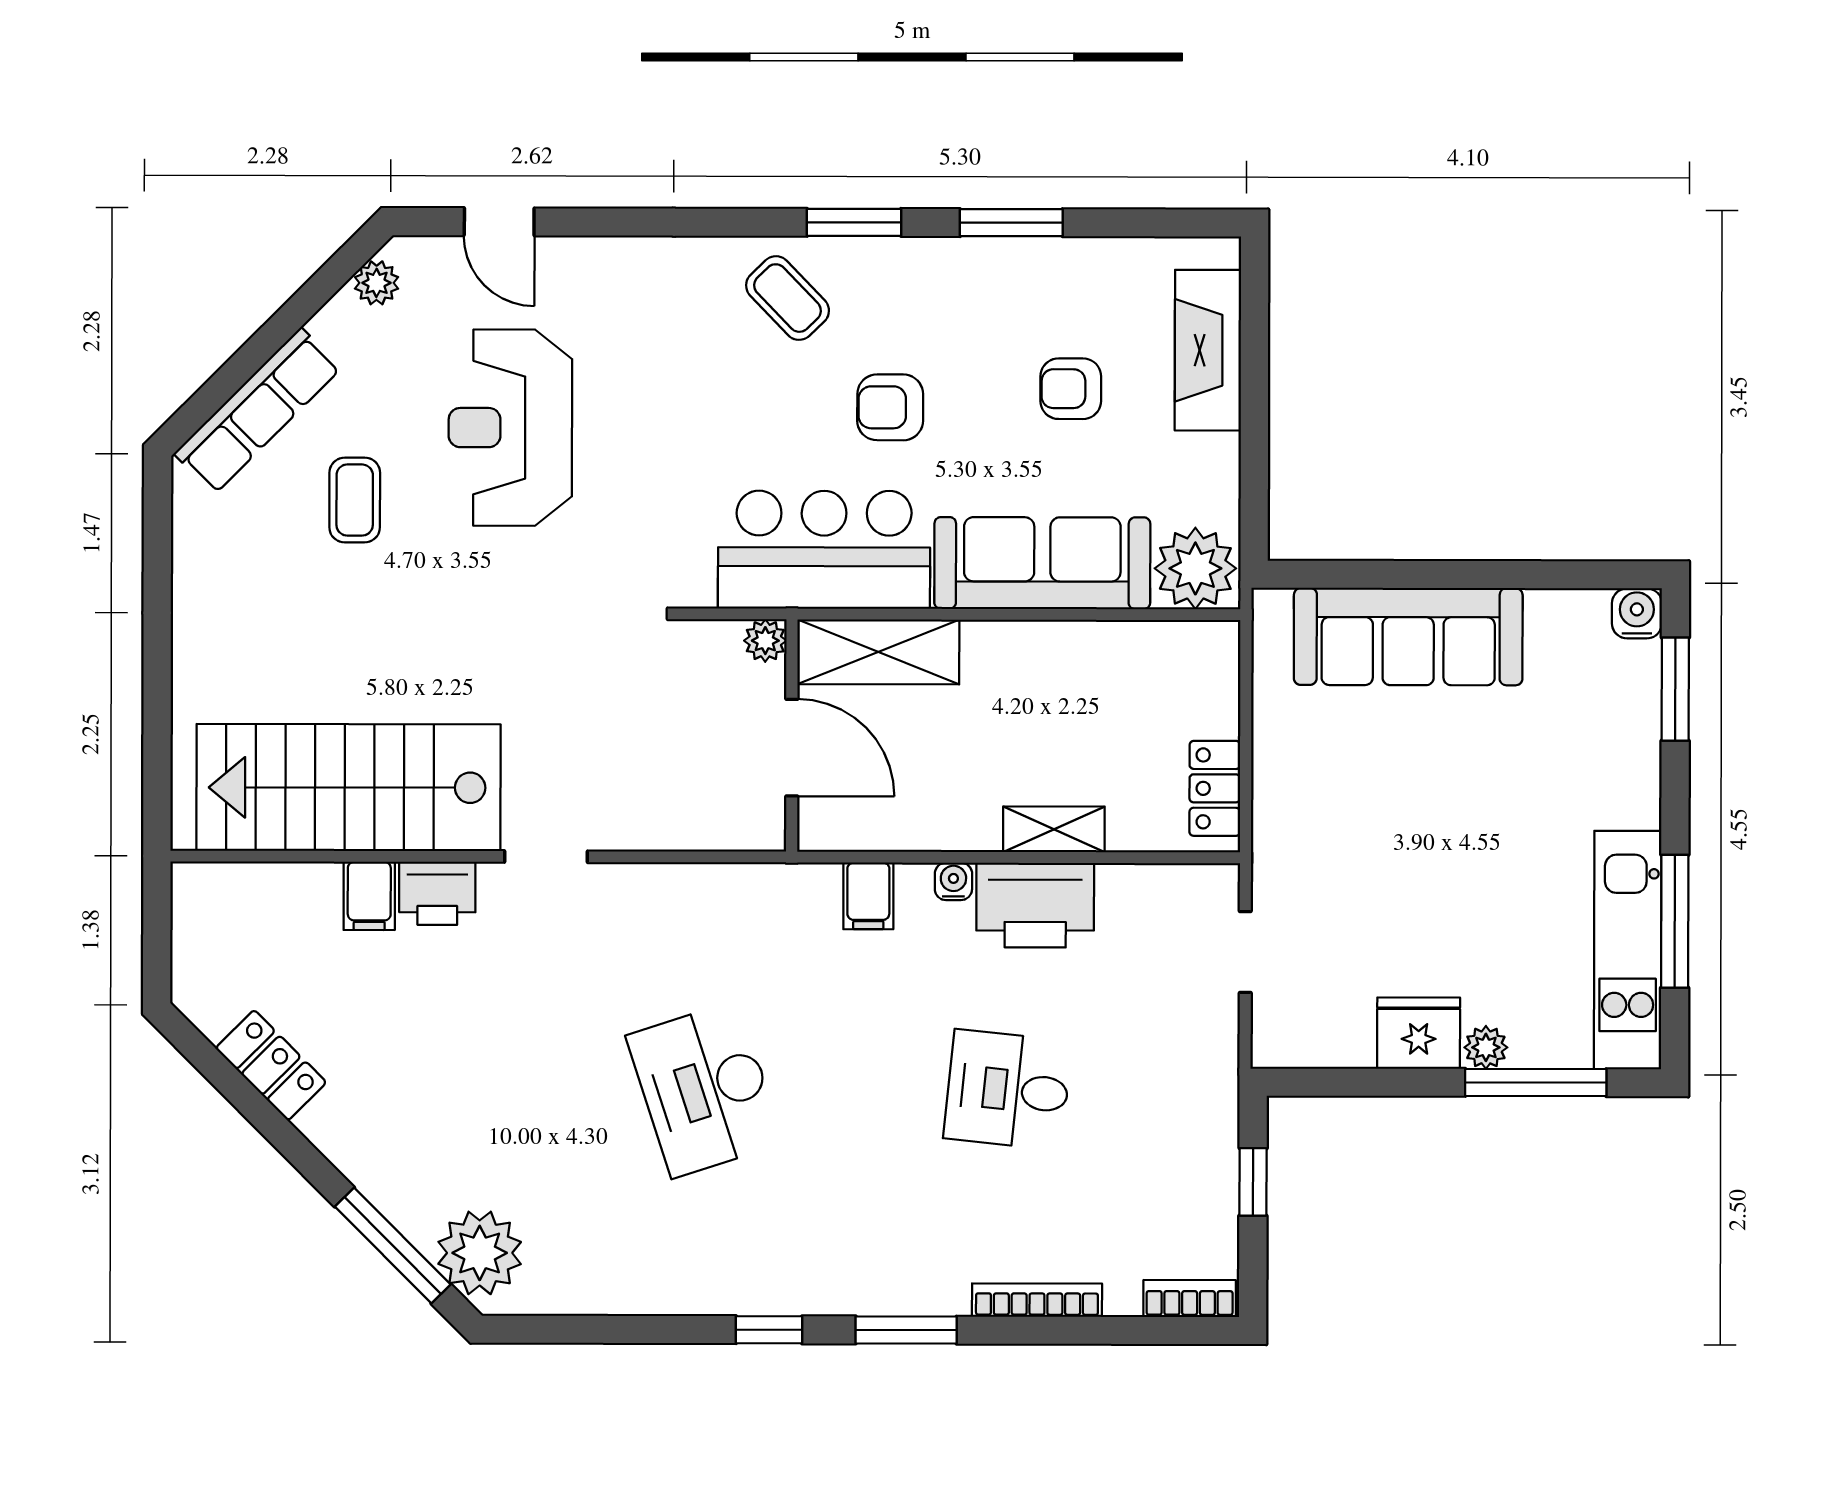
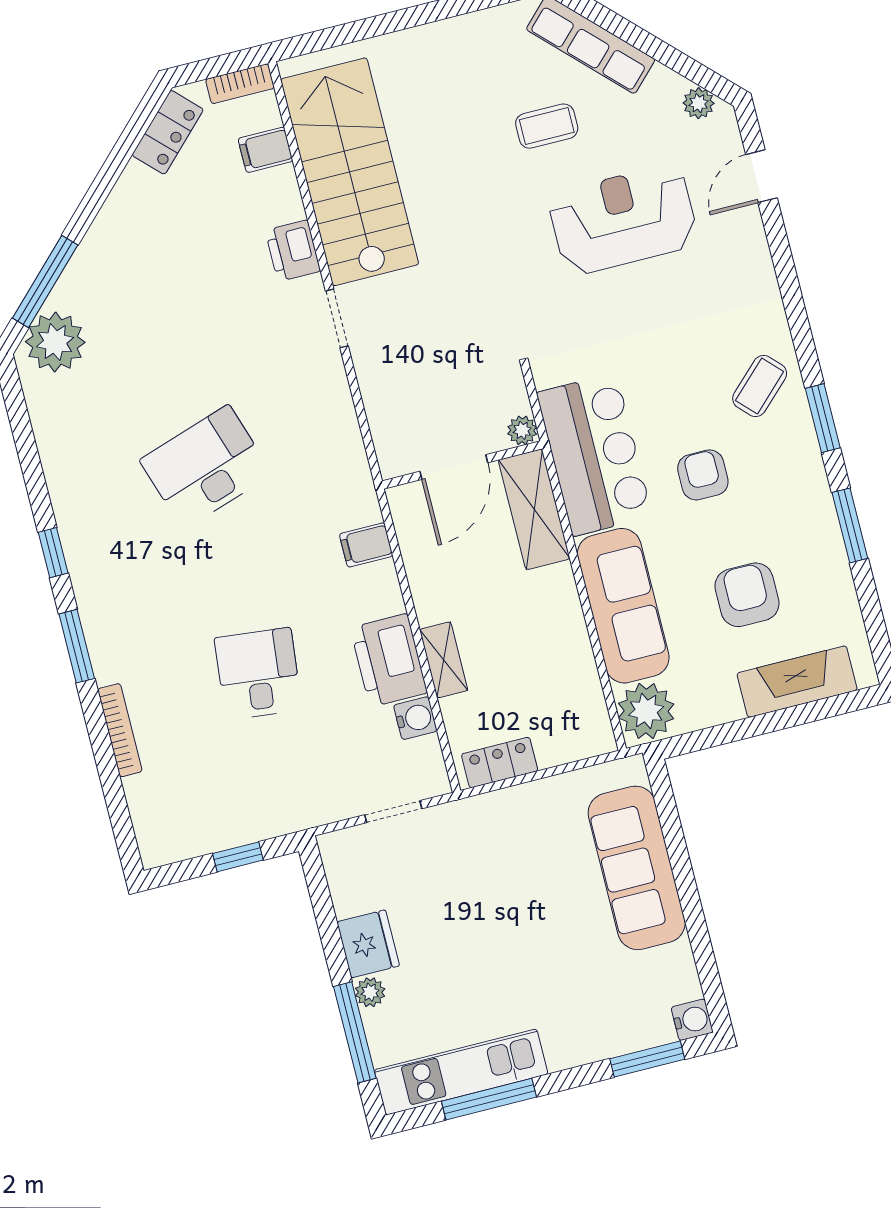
armchair: (1071, 389) -> (747, 595), width x1.38, depth x1.38
water cooler: (953, 881) -> (415, 718), moved, width x1.38, depth x1.38
filing cabinet: (369, 896) -> (265, 150), moved
locker: (271, 1065) -> (168, 132), moved
bookcase: (1190, 1298) -> (240, 84), moved, turned 90

